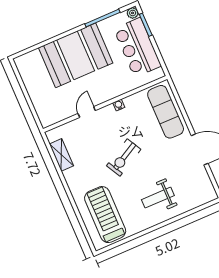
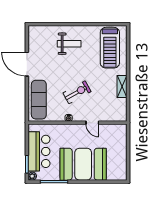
door: (87, 112) -> (92, 123), hinge flipped
shelving: (61, 155) -> (122, 86), moved
exercise bike: (124, 158) -> (77, 92), moved

